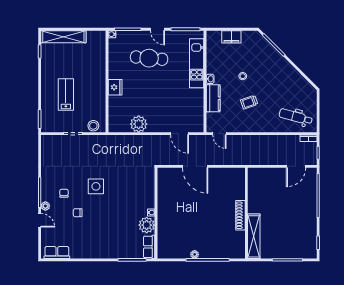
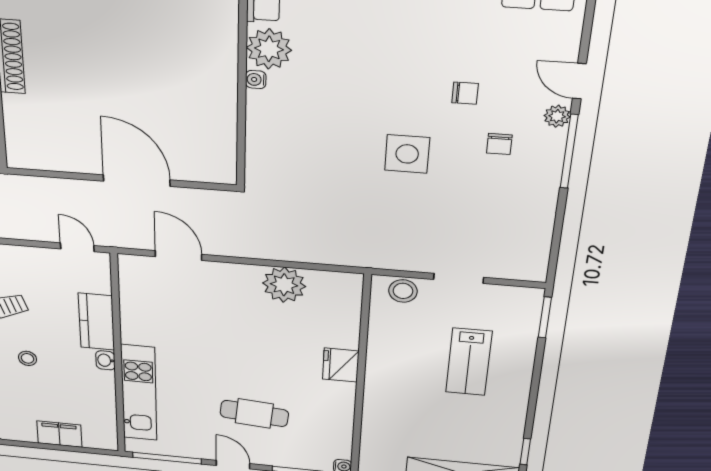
cafe table: (149, 58) -> (254, 413), width x0.73, depth x0.74

